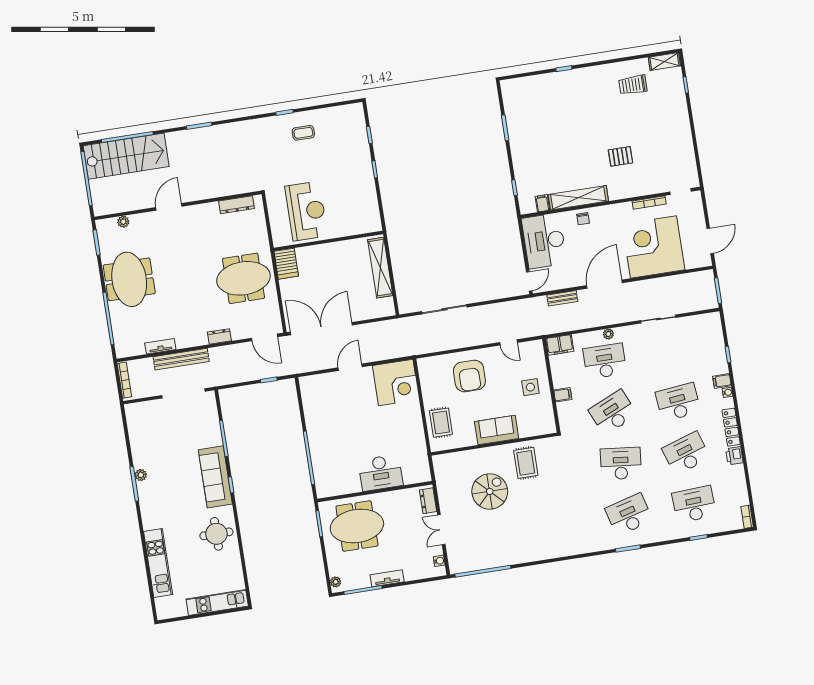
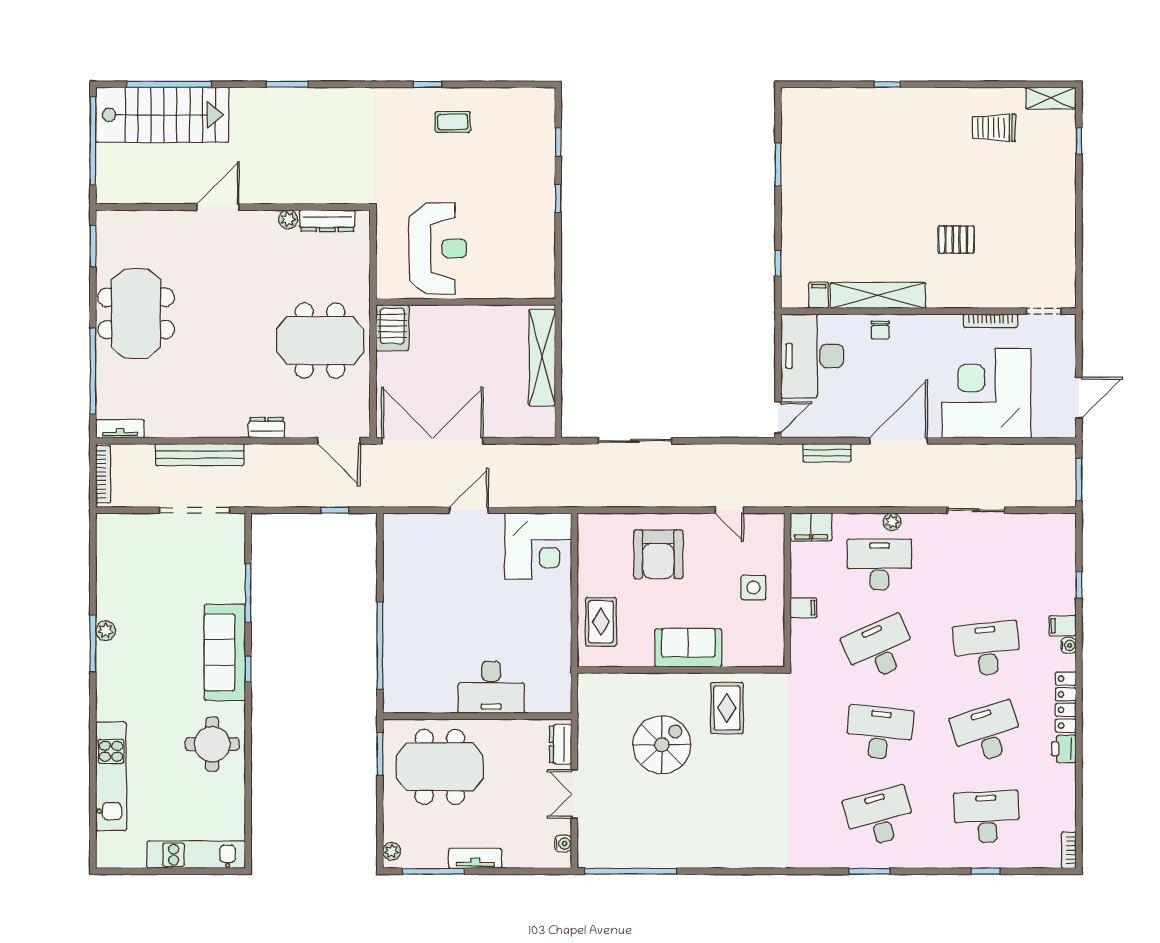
plant: (123, 222) -> (288, 219), moved
tv unit: (160, 346) -> (120, 429), moved

